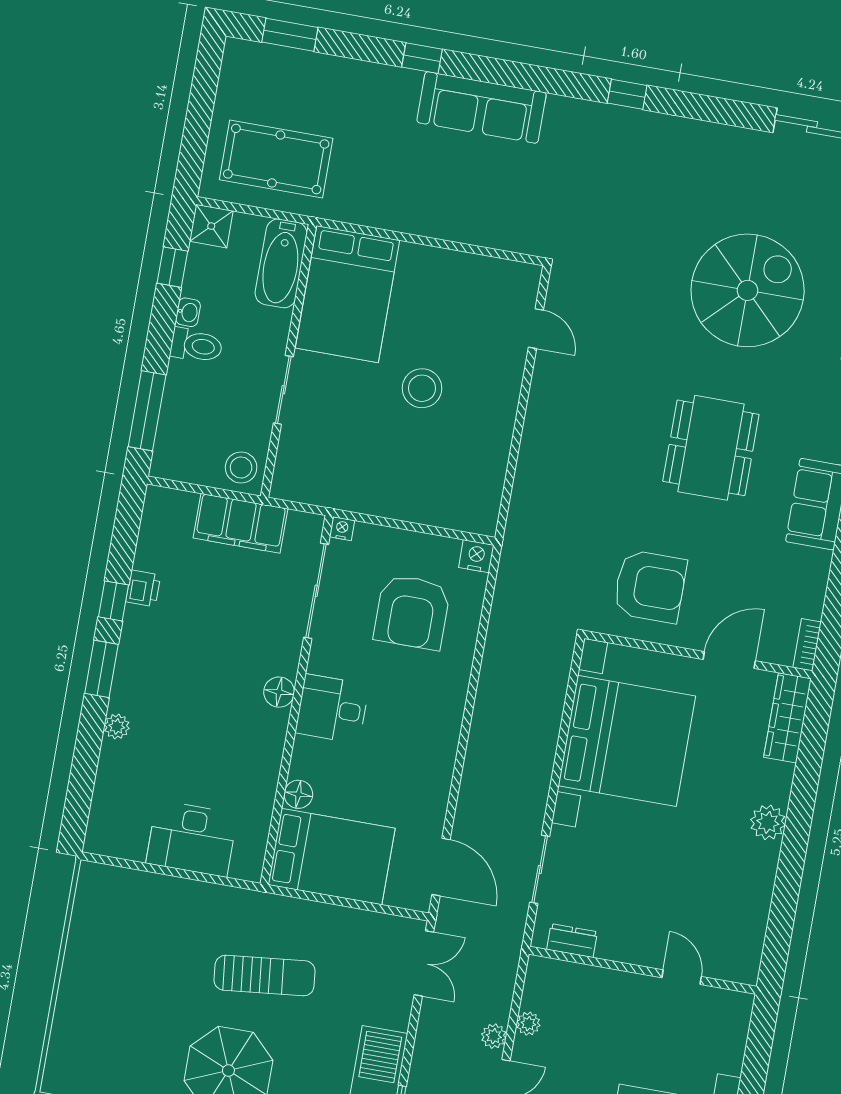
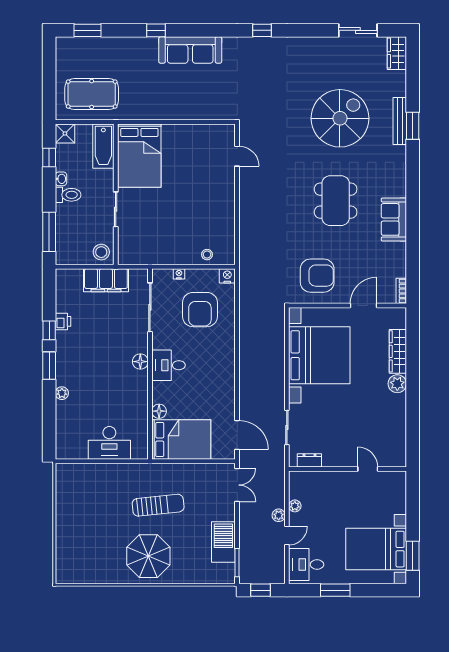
stool: (422, 388) -> (207, 255), moved, width x0.53, depth x0.53
nightstand: (342, 529) -> (179, 274), moved
wardrobe: (787, 718) -> (398, 351), moved

